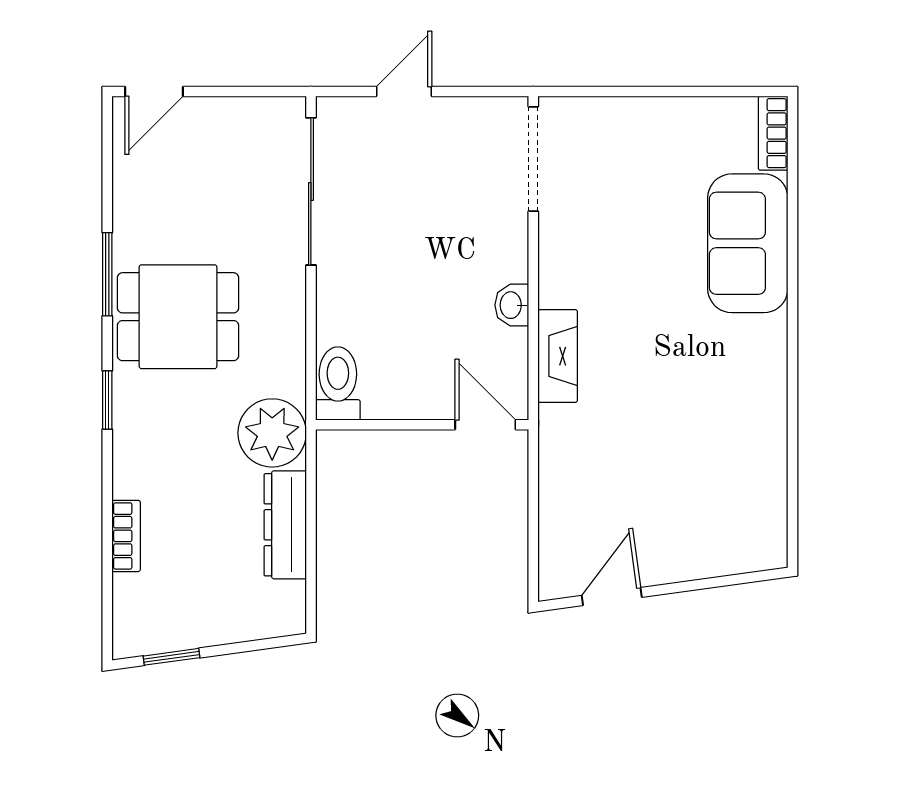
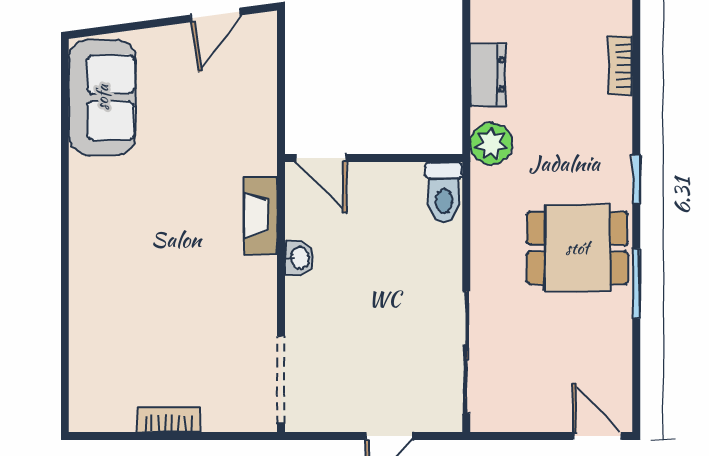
door: (154, 91) -> (597, 436), hinge flipped
bookcase: (773, 133) -> (169, 420), moved, turned -90
sofa: (748, 243) -> (102, 97), moved
plant: (272, 433) -> (491, 144), width x0.73, depth x0.73
dresser: (285, 525) -> (488, 75), width x0.70

